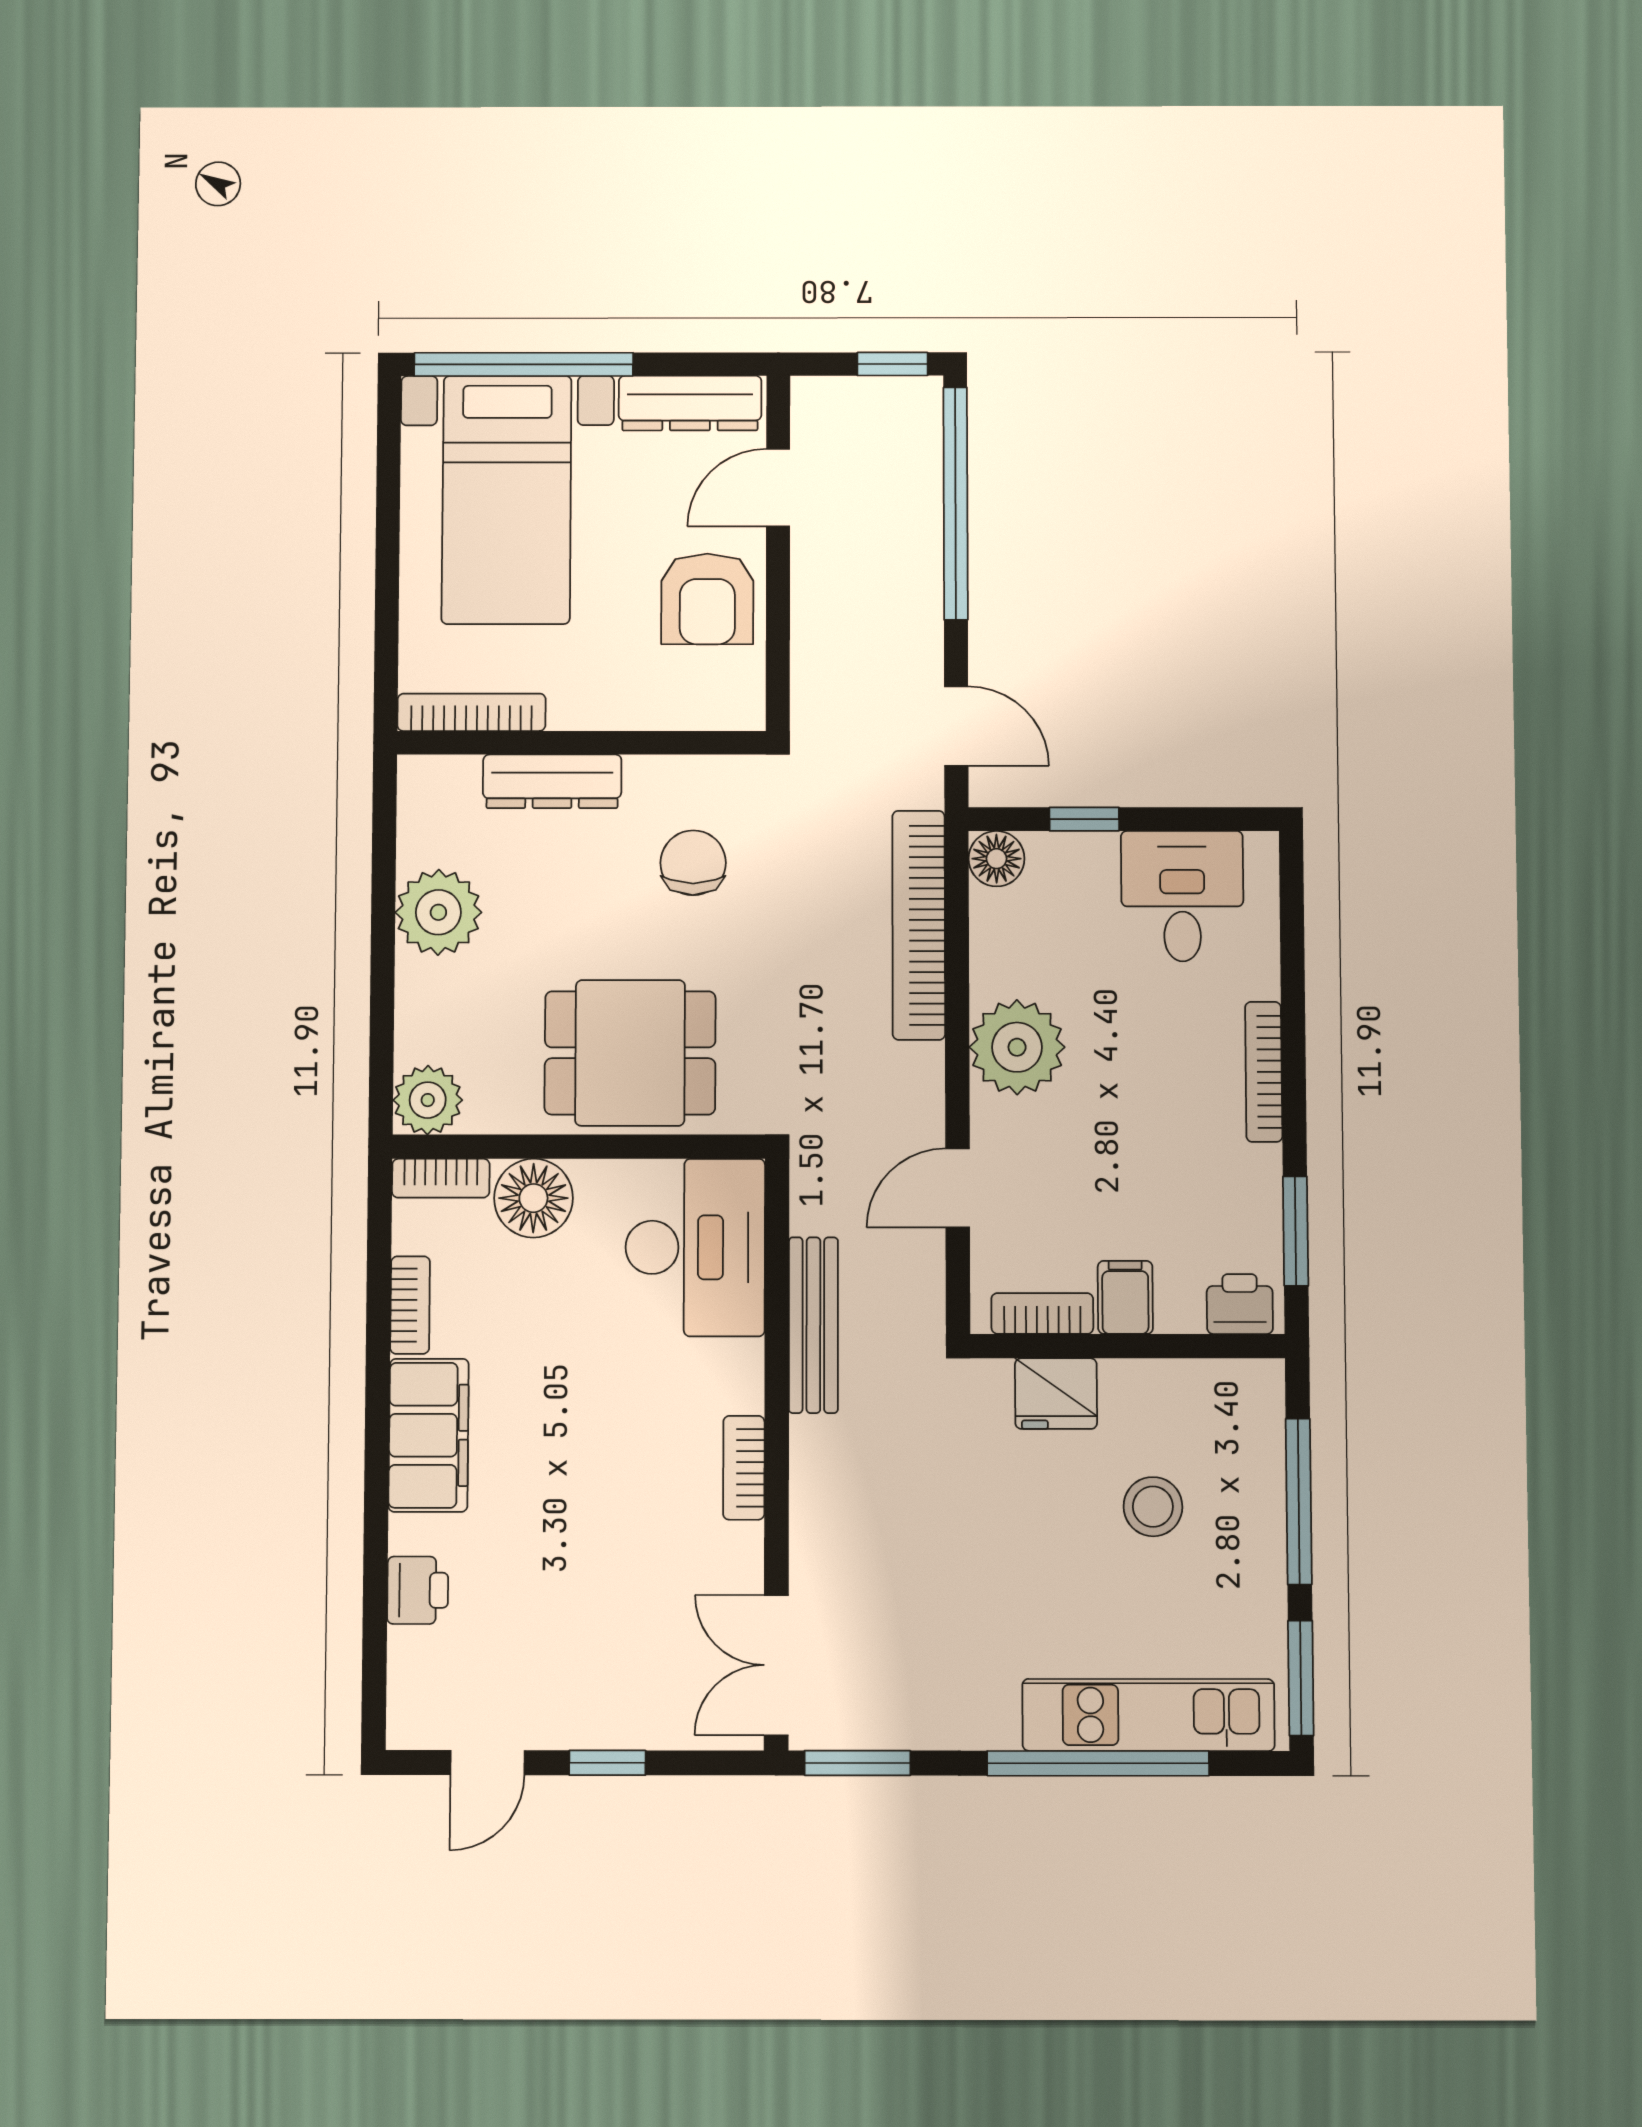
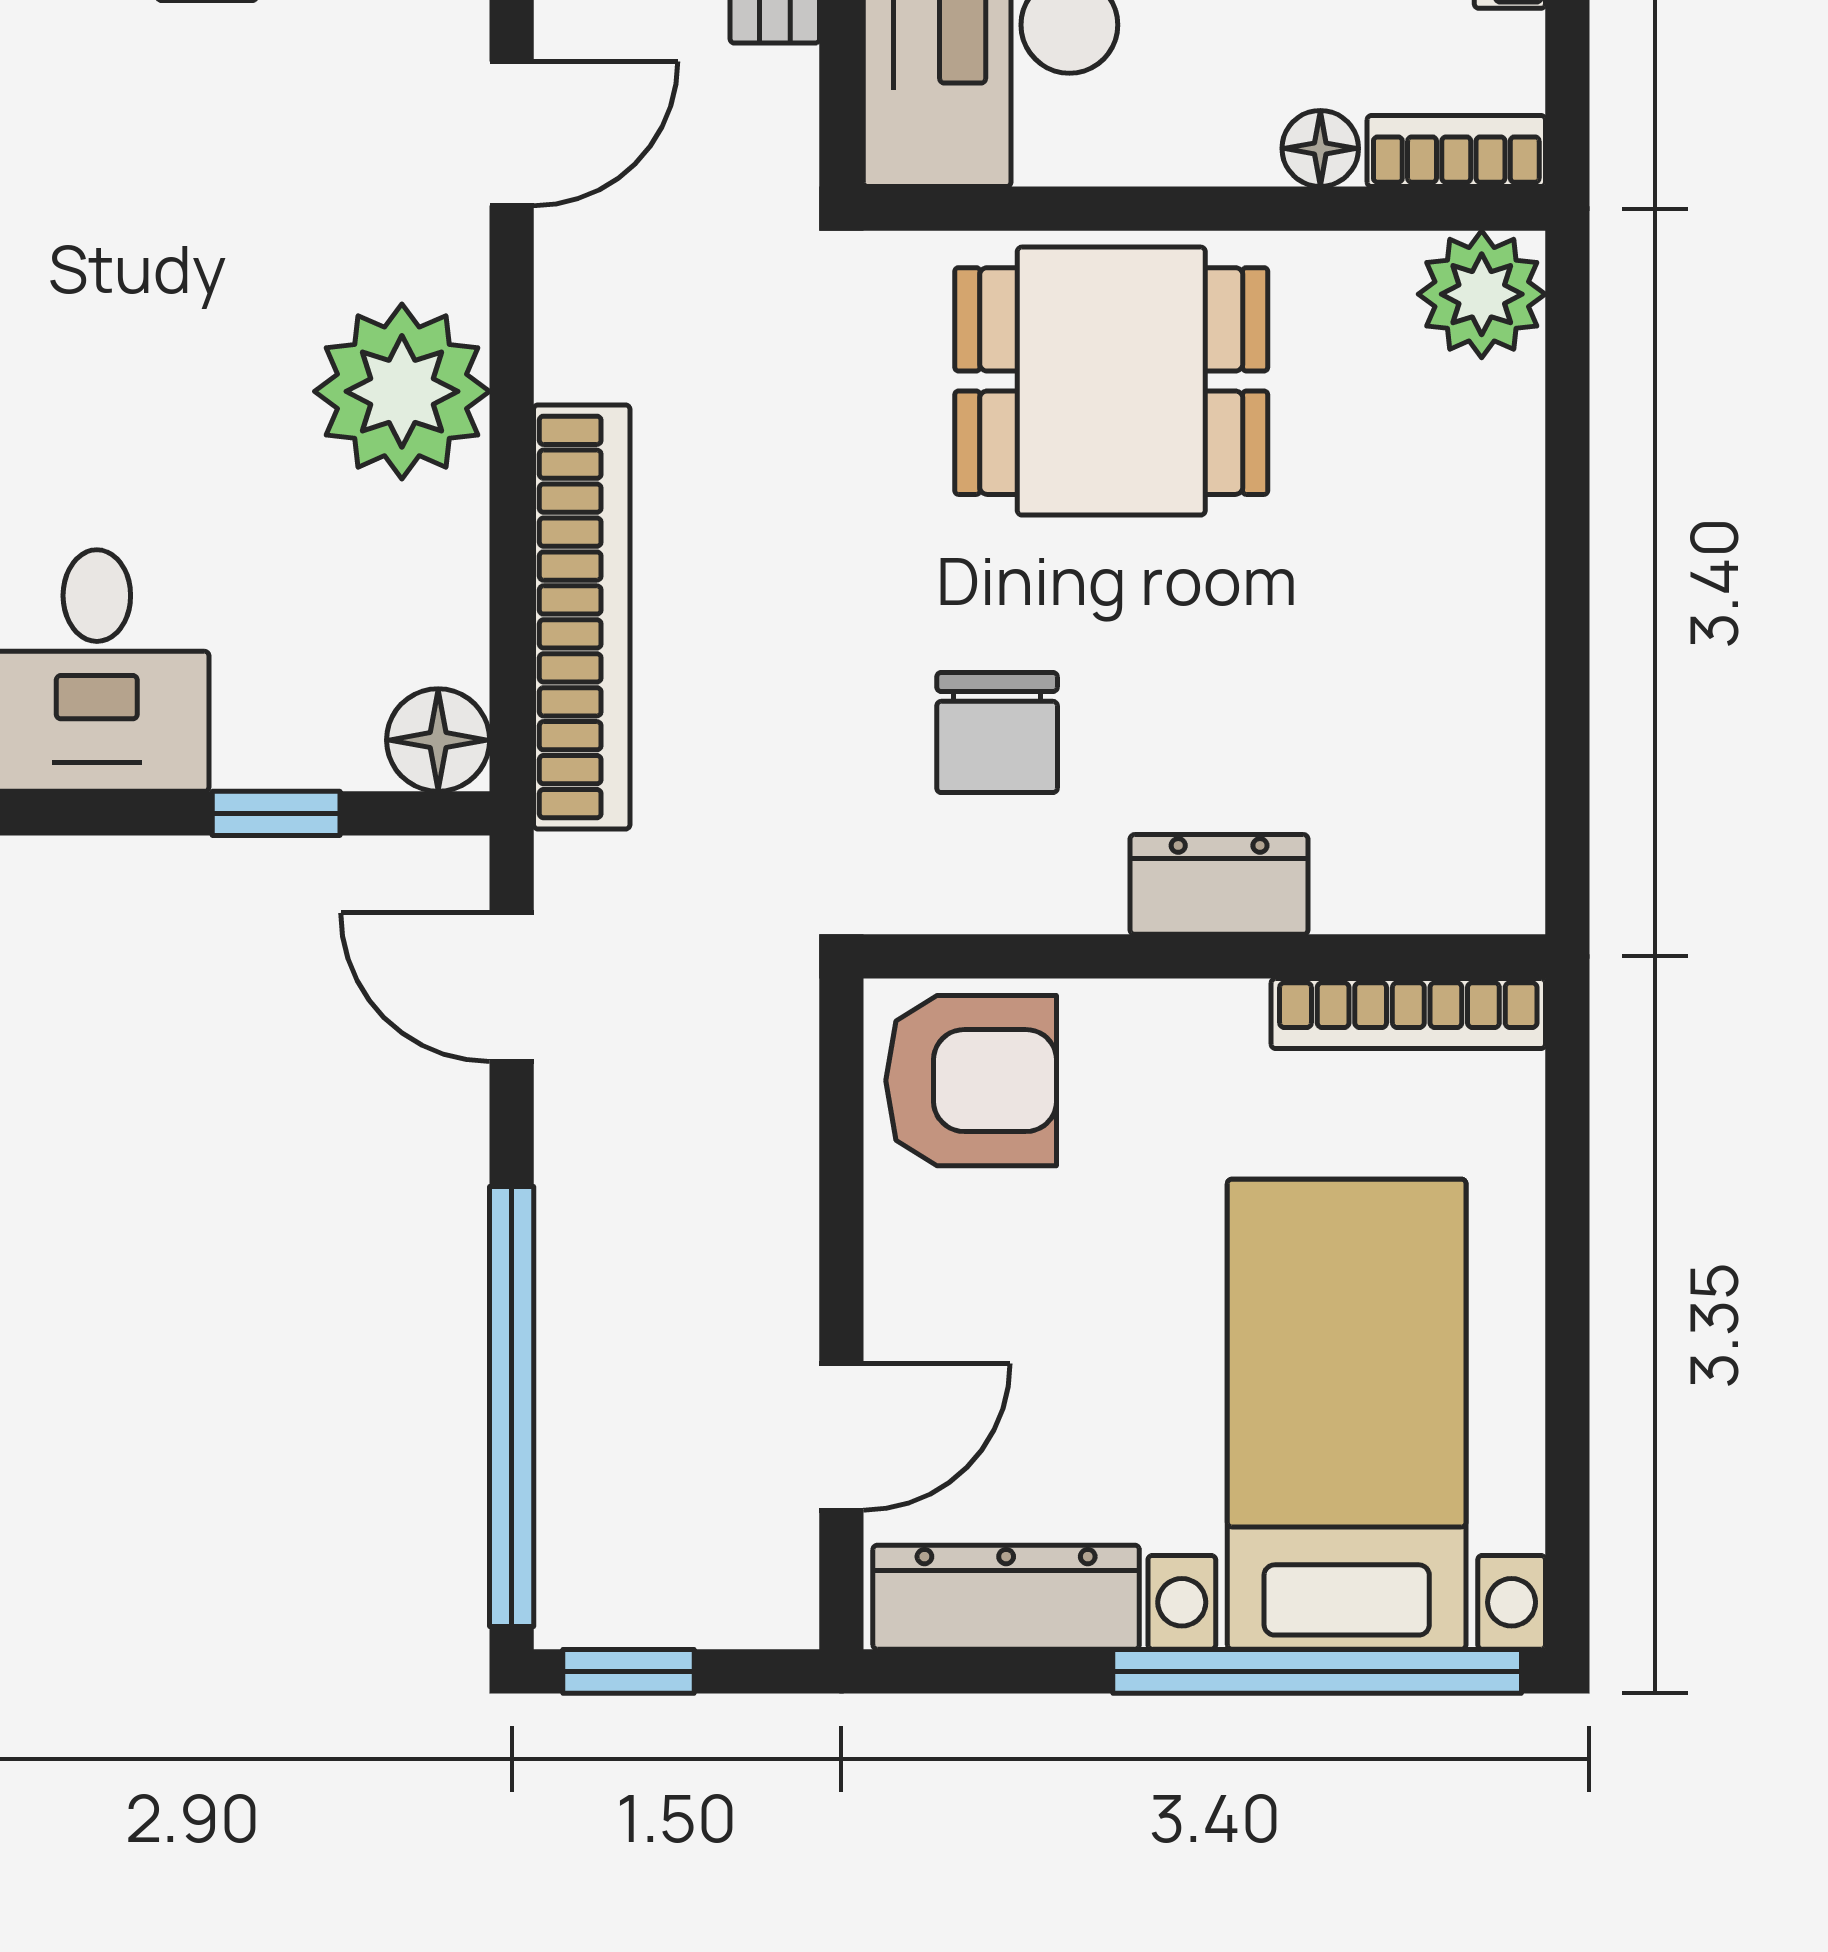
armchair: (707, 599) -> (971, 1081), moved, turned 90
dresser: (552, 781) -> (1219, 884), width x0.70
plant: (438, 912) -> (1466, 641), removed
floor lamp: (533, 1198) -> (1320, 148), width x0.53, depth x0.53

